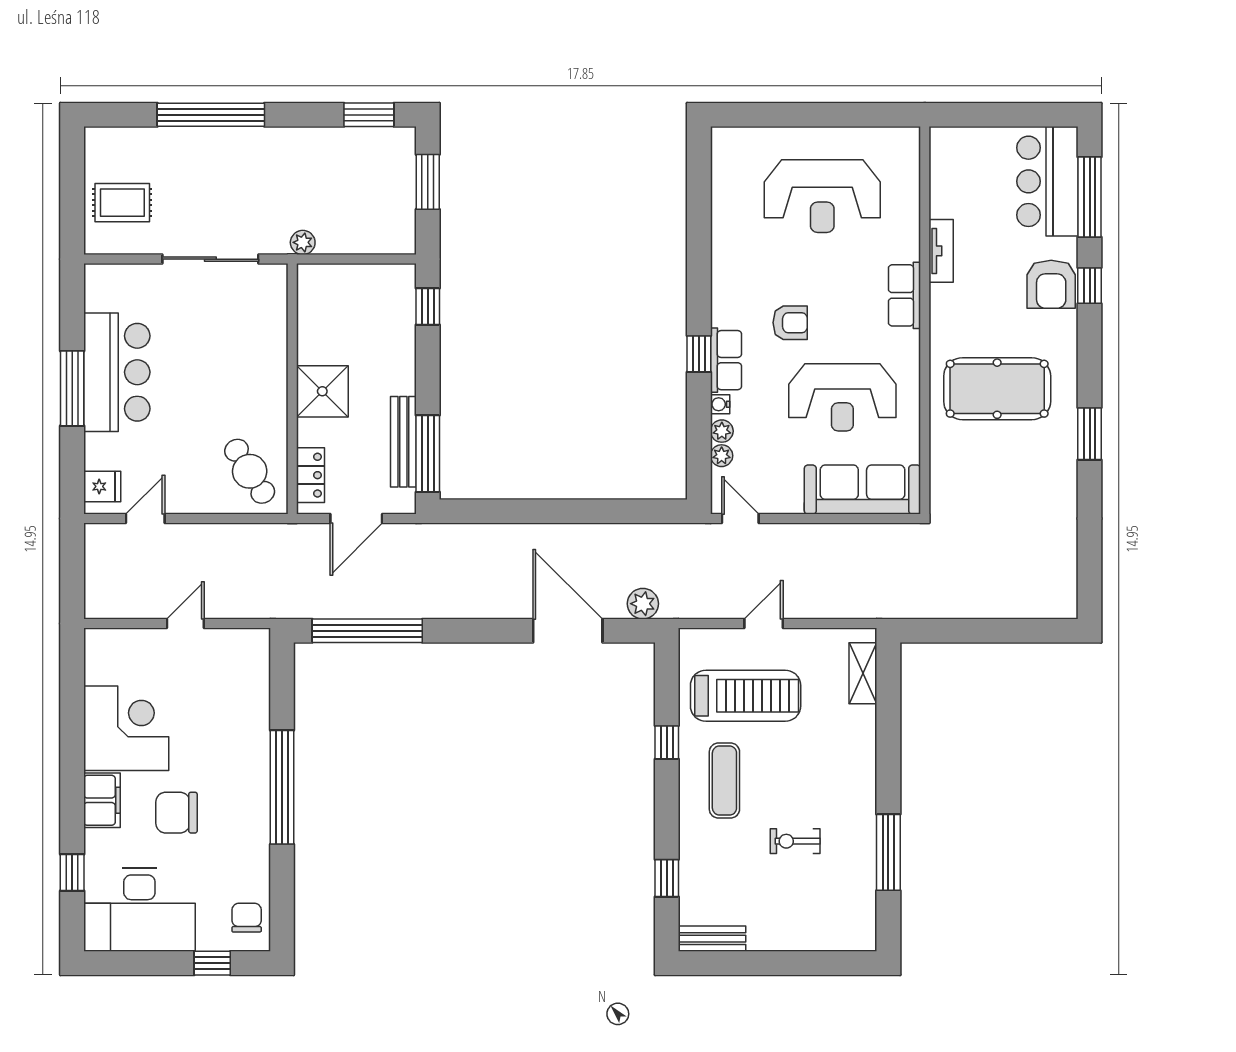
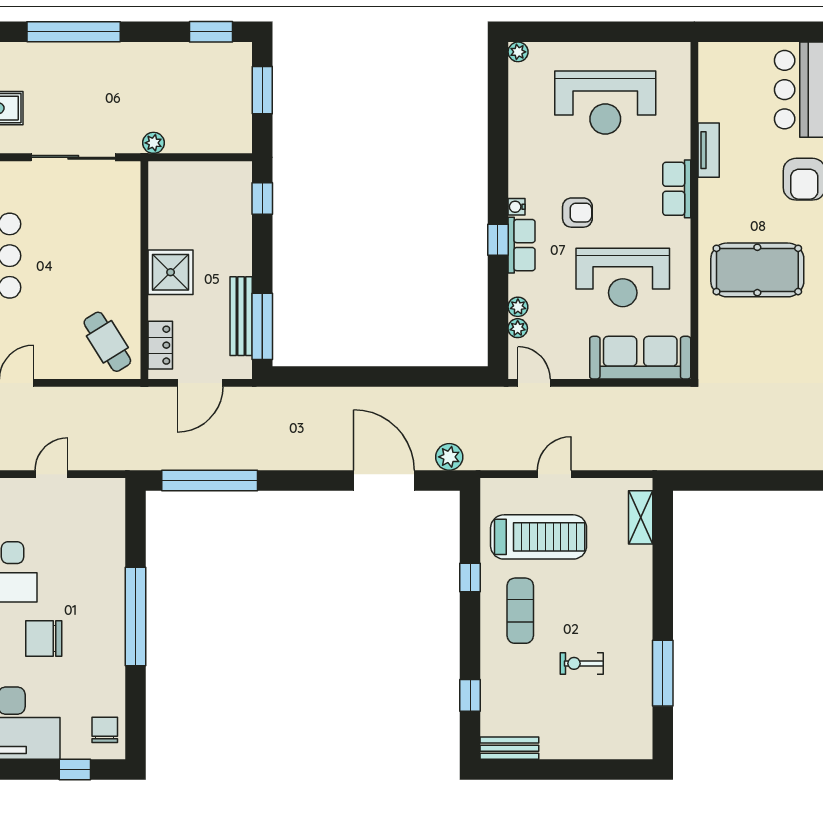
plant: (722, 138) -> (518, 52), added
water cooler: (720, 404) -> (516, 207), moved

